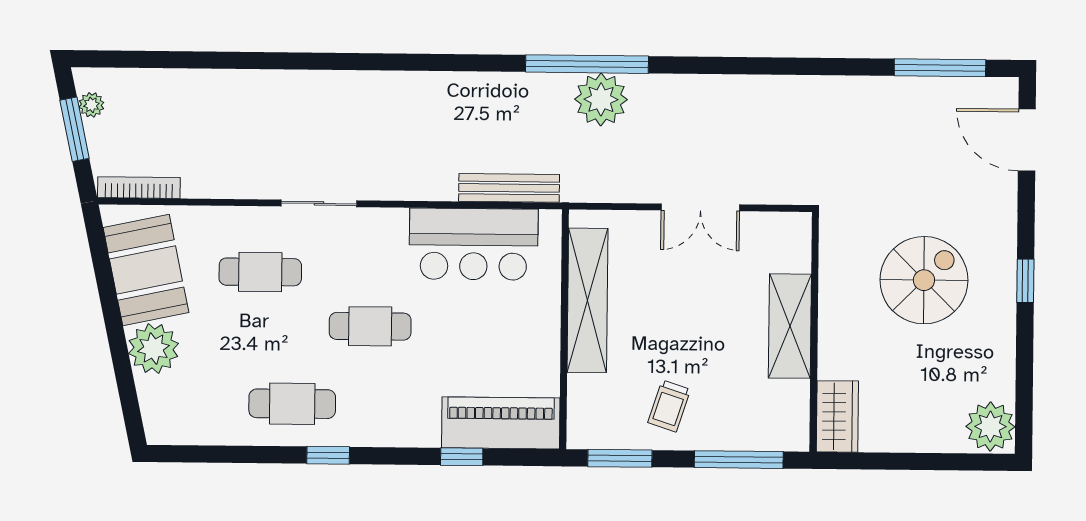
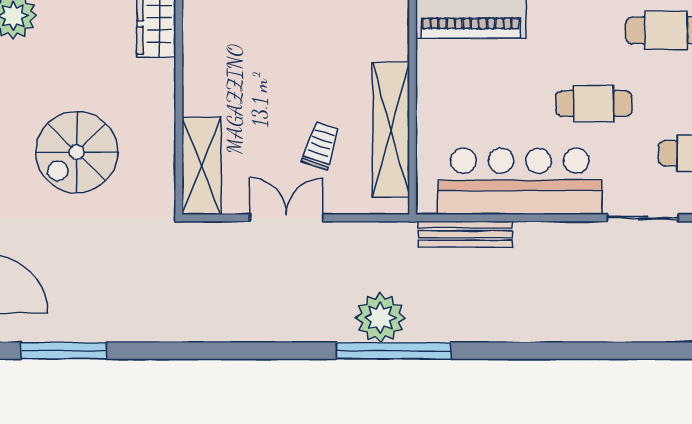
bar counter: (474, 244) -> (520, 181), width x1.36
shelving: (790, 326) -> (202, 166), moved
trolley: (669, 406) -> (321, 146), moved

